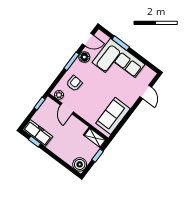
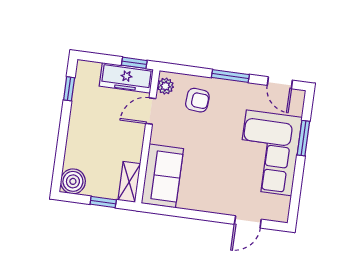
floor lamp: (84, 57) -> (248, 93), removed
sofa: (113, 116) -> (162, 176), moved, turned 90
freezer: (38, 133) -> (126, 78), moved, turned 90

